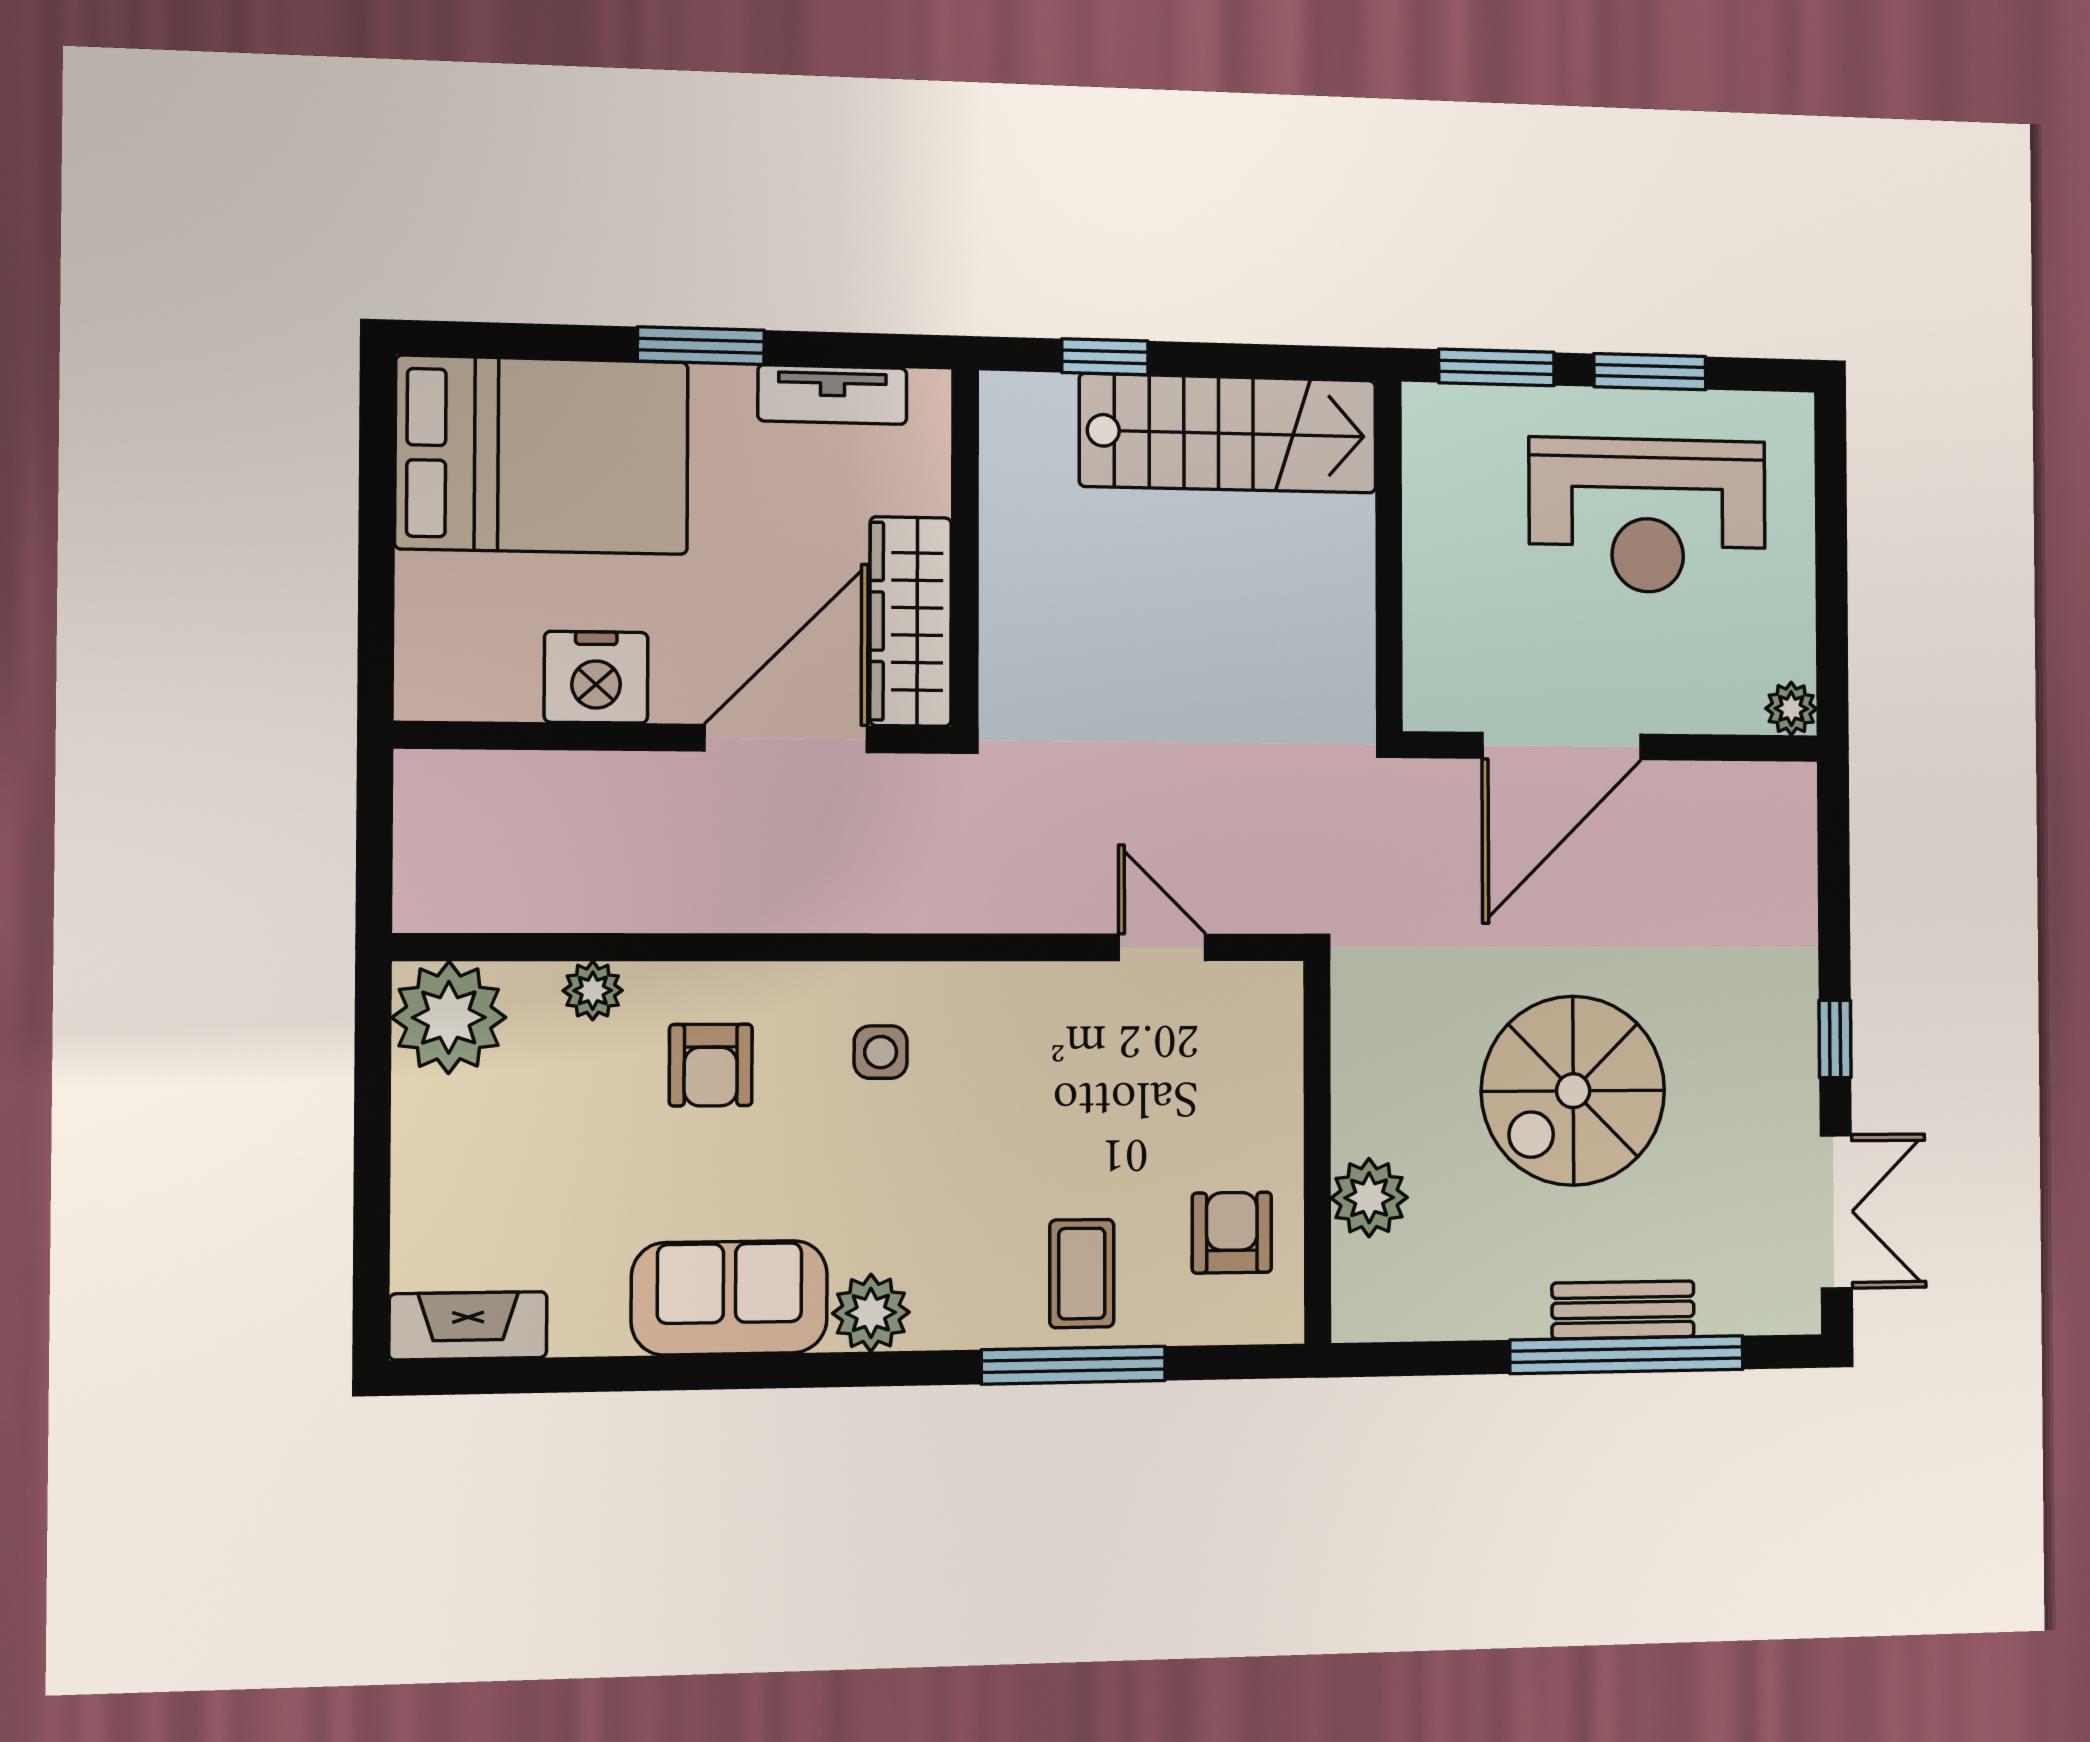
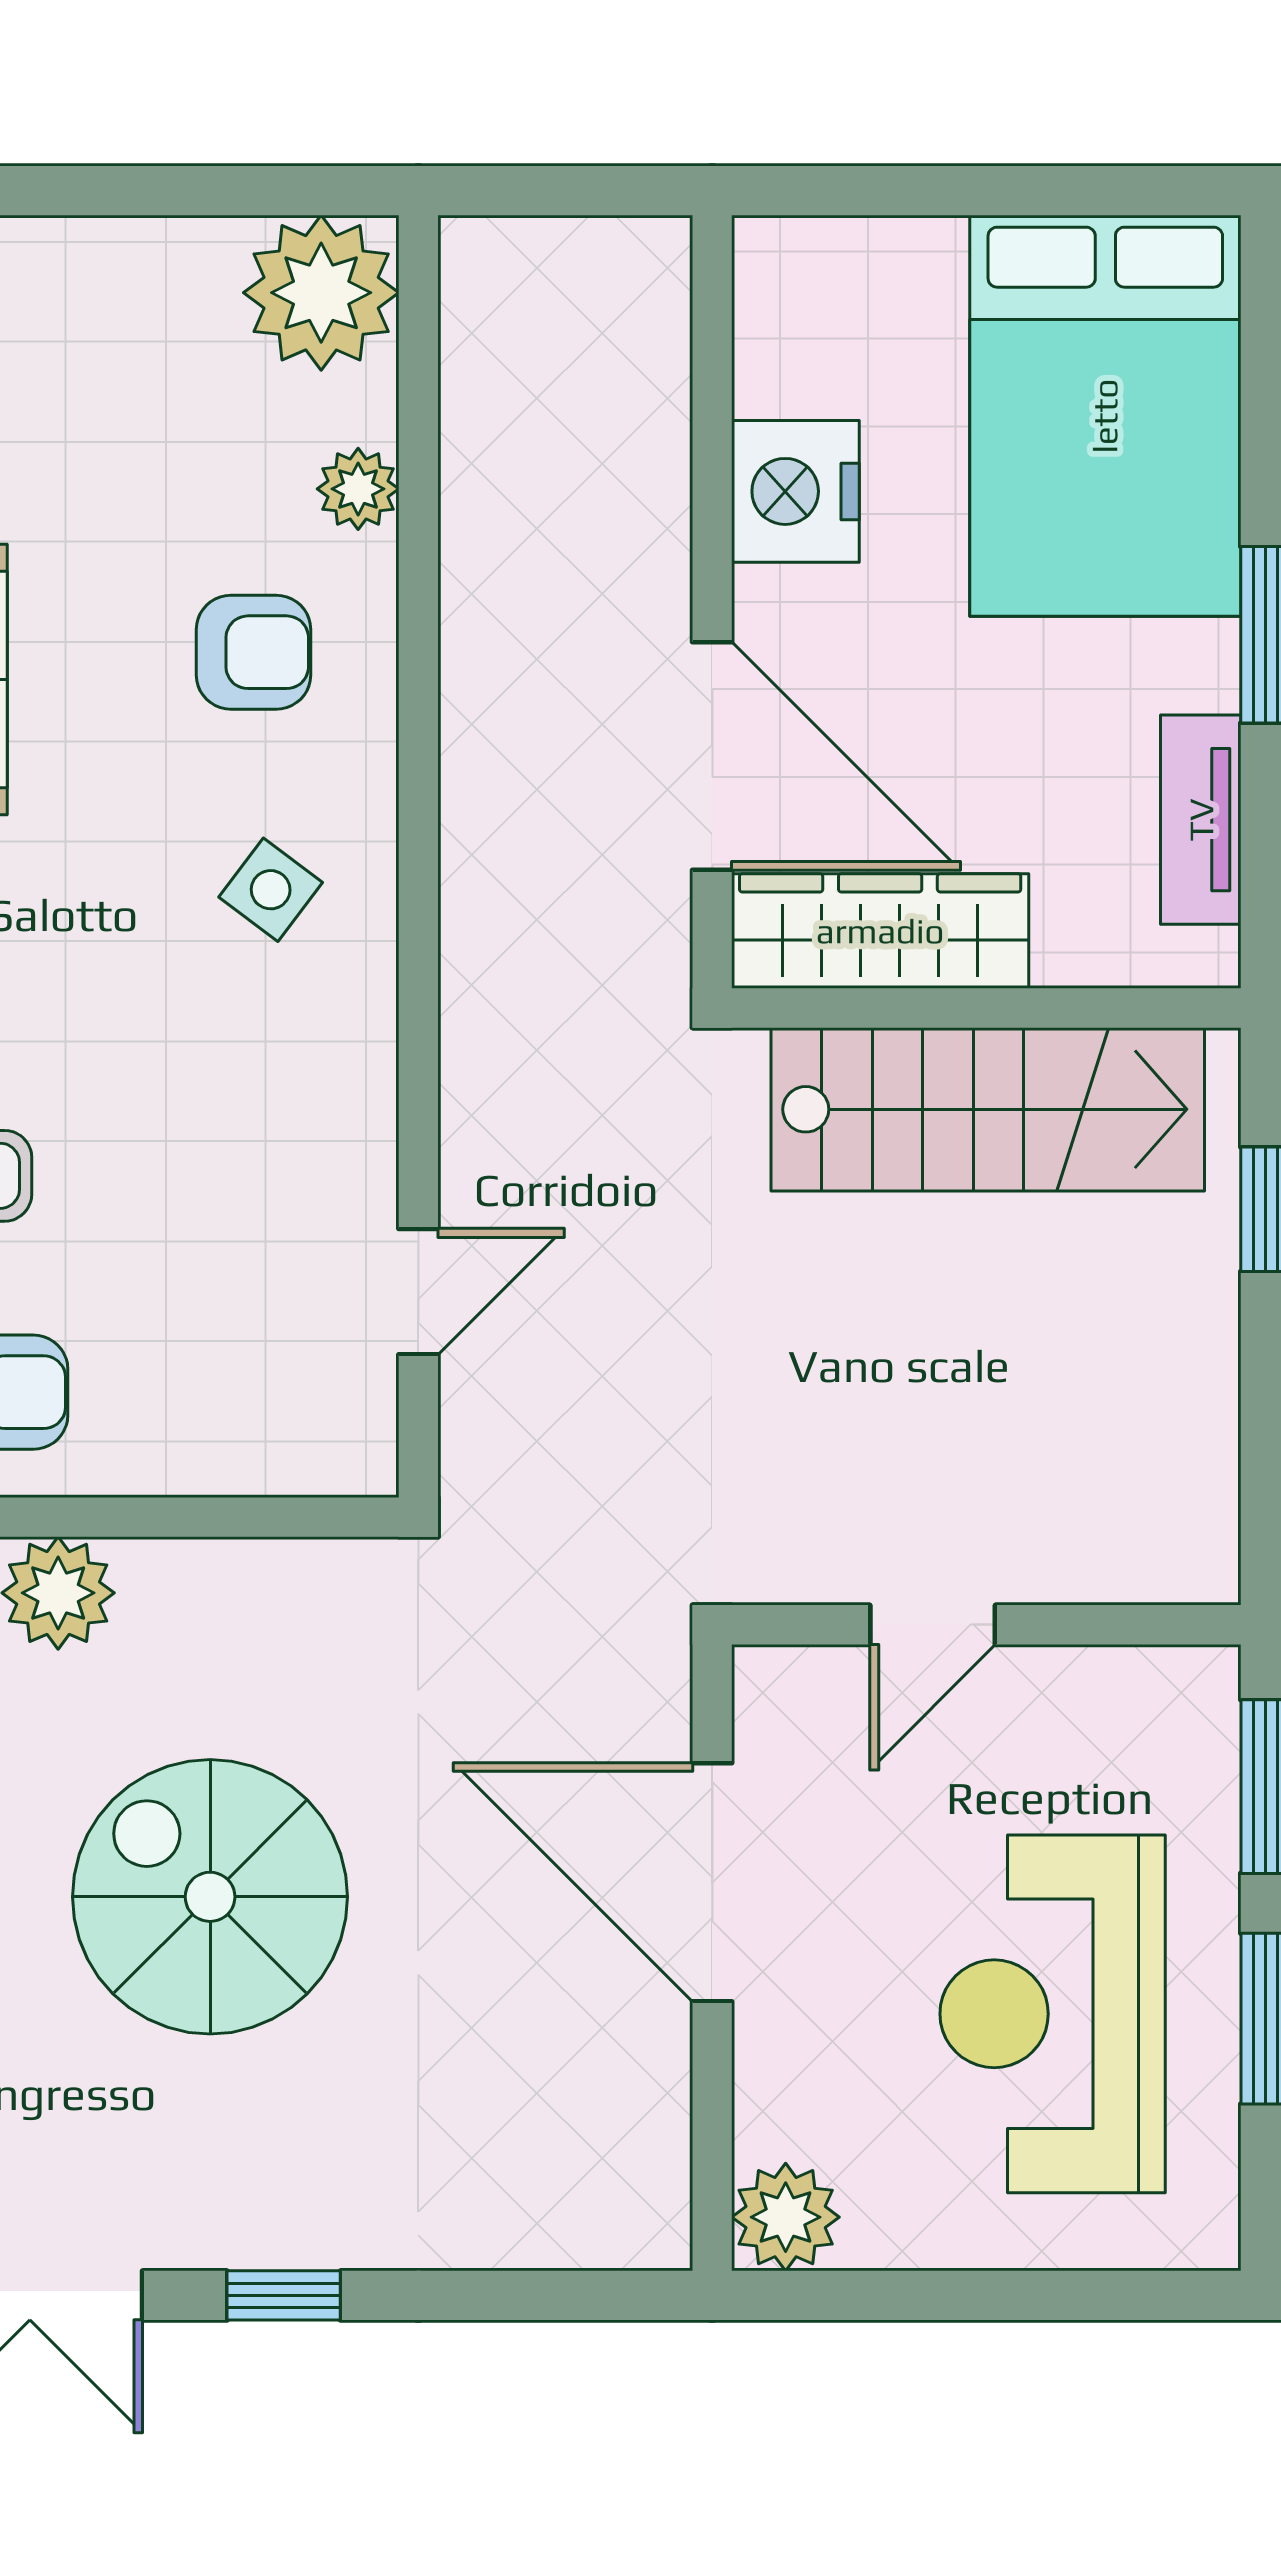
stairs: (1228, 433) -> (988, 1109), moved, turned -90
door: (1389, 593) -> (933, 1625), added
plant: (1791, 709) -> (786, 2217), width x1.38, depth x1.38
side table: (881, 1052) -> (271, 890), turned 37
armchair: (711, 1065) -> (254, 652), turned 180

